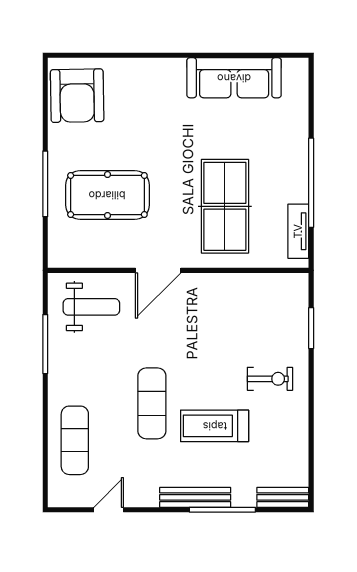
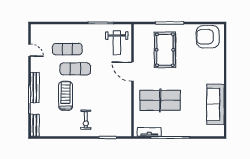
exercise mat: (75, 440) -> (67, 49), moved

